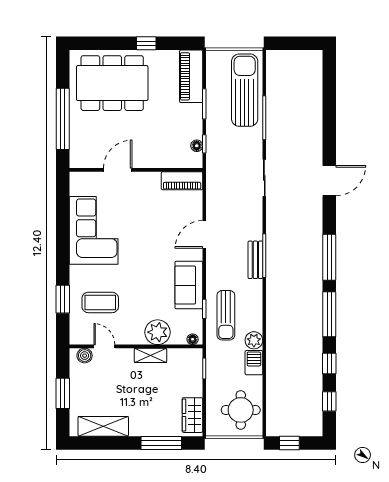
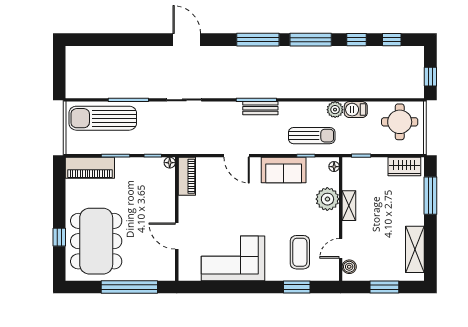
window: (146, 43) -> (59, 237), moved
floor lamp: (197, 146) -> (170, 163), moved

